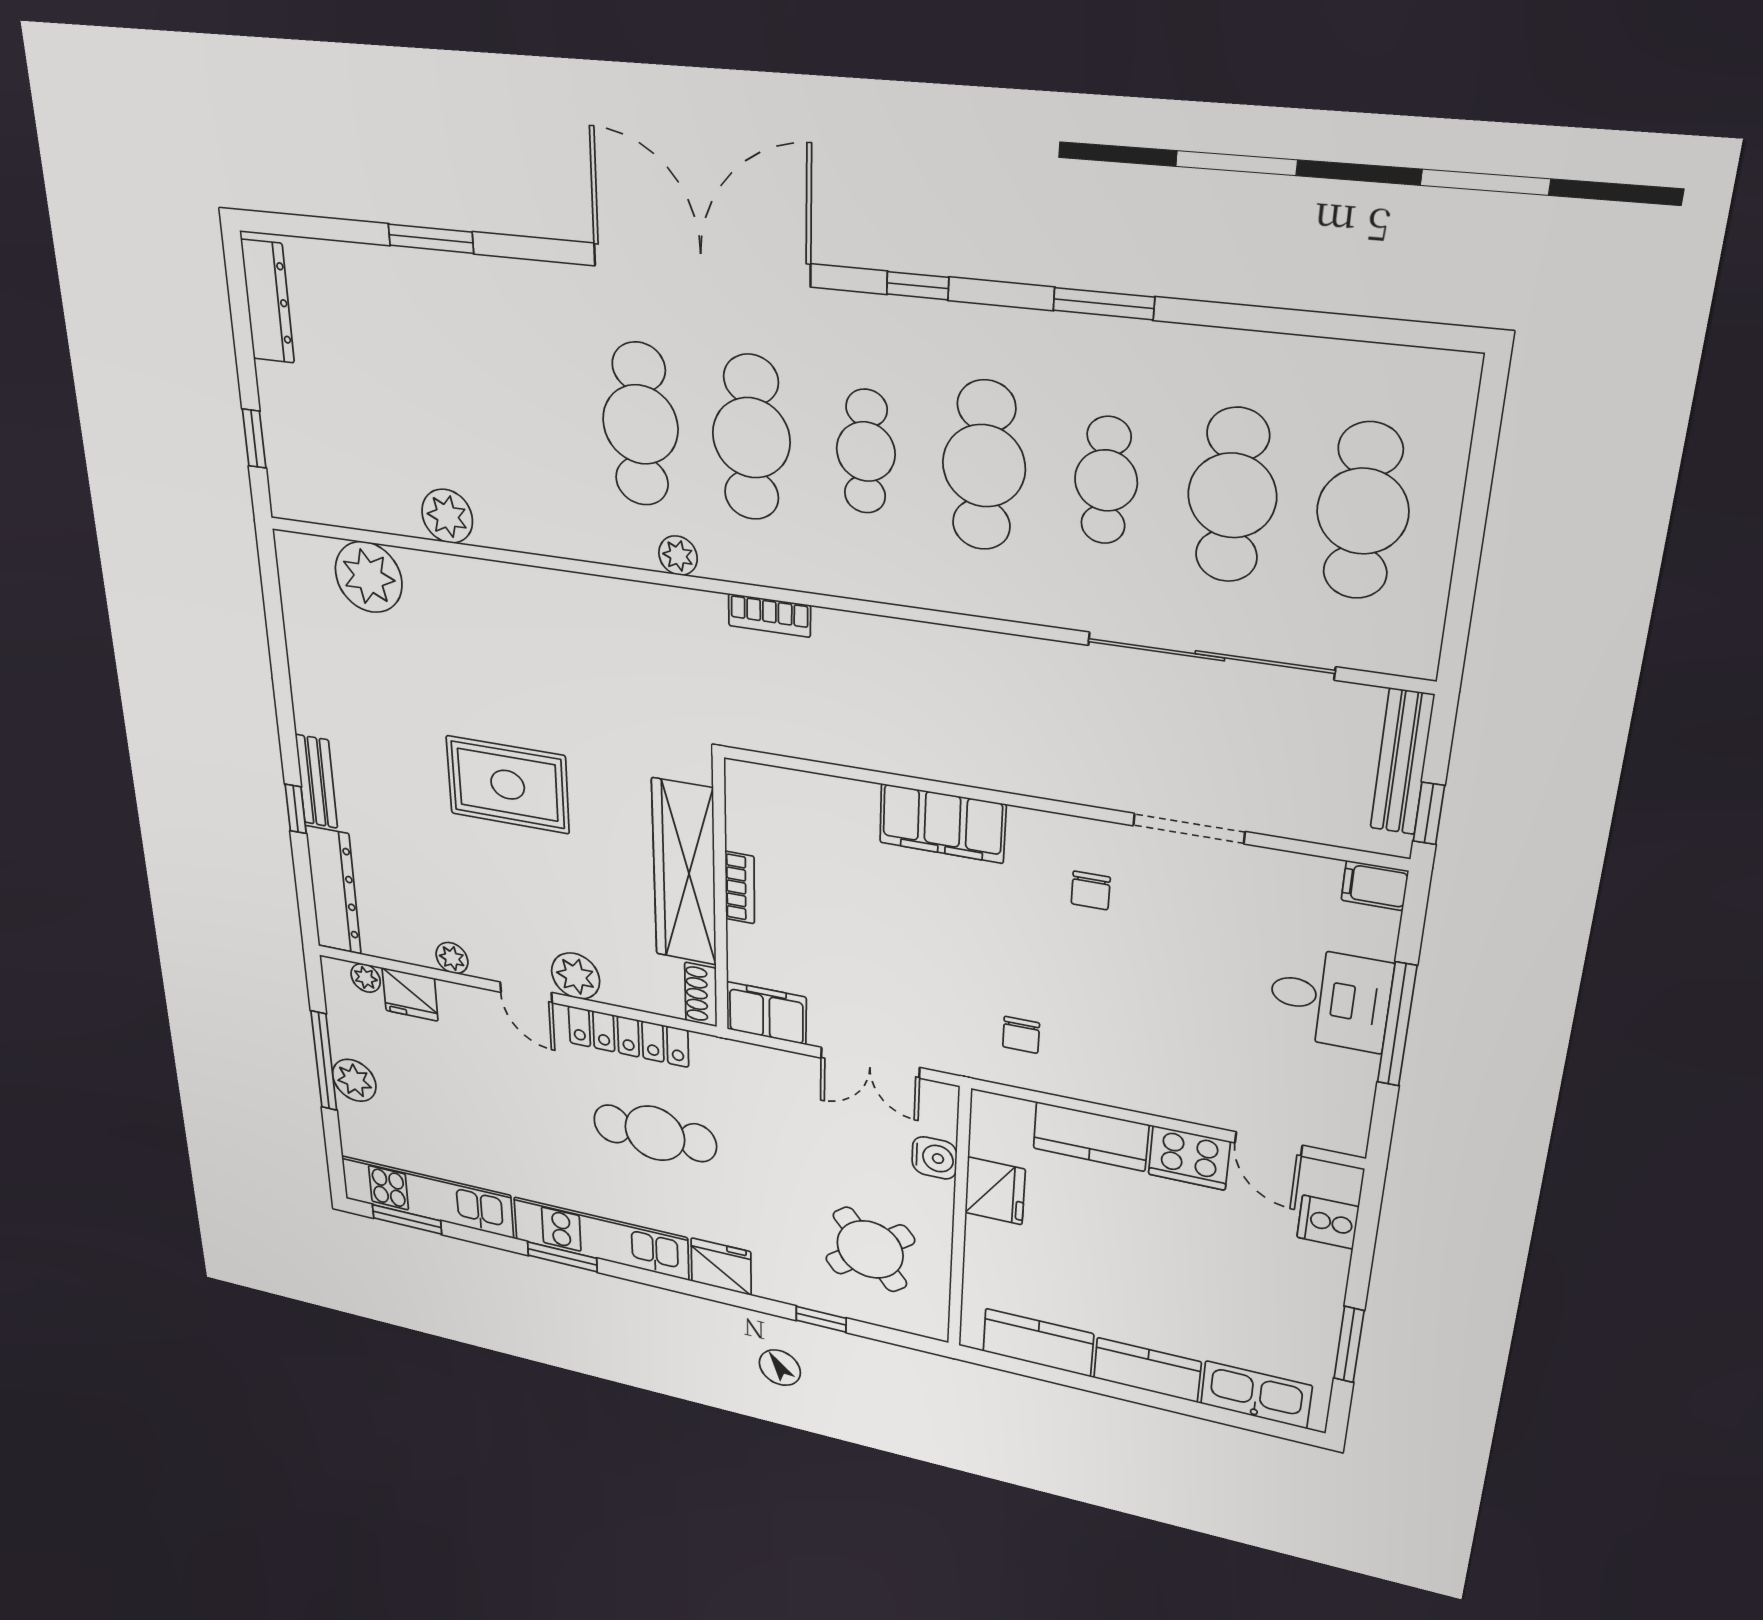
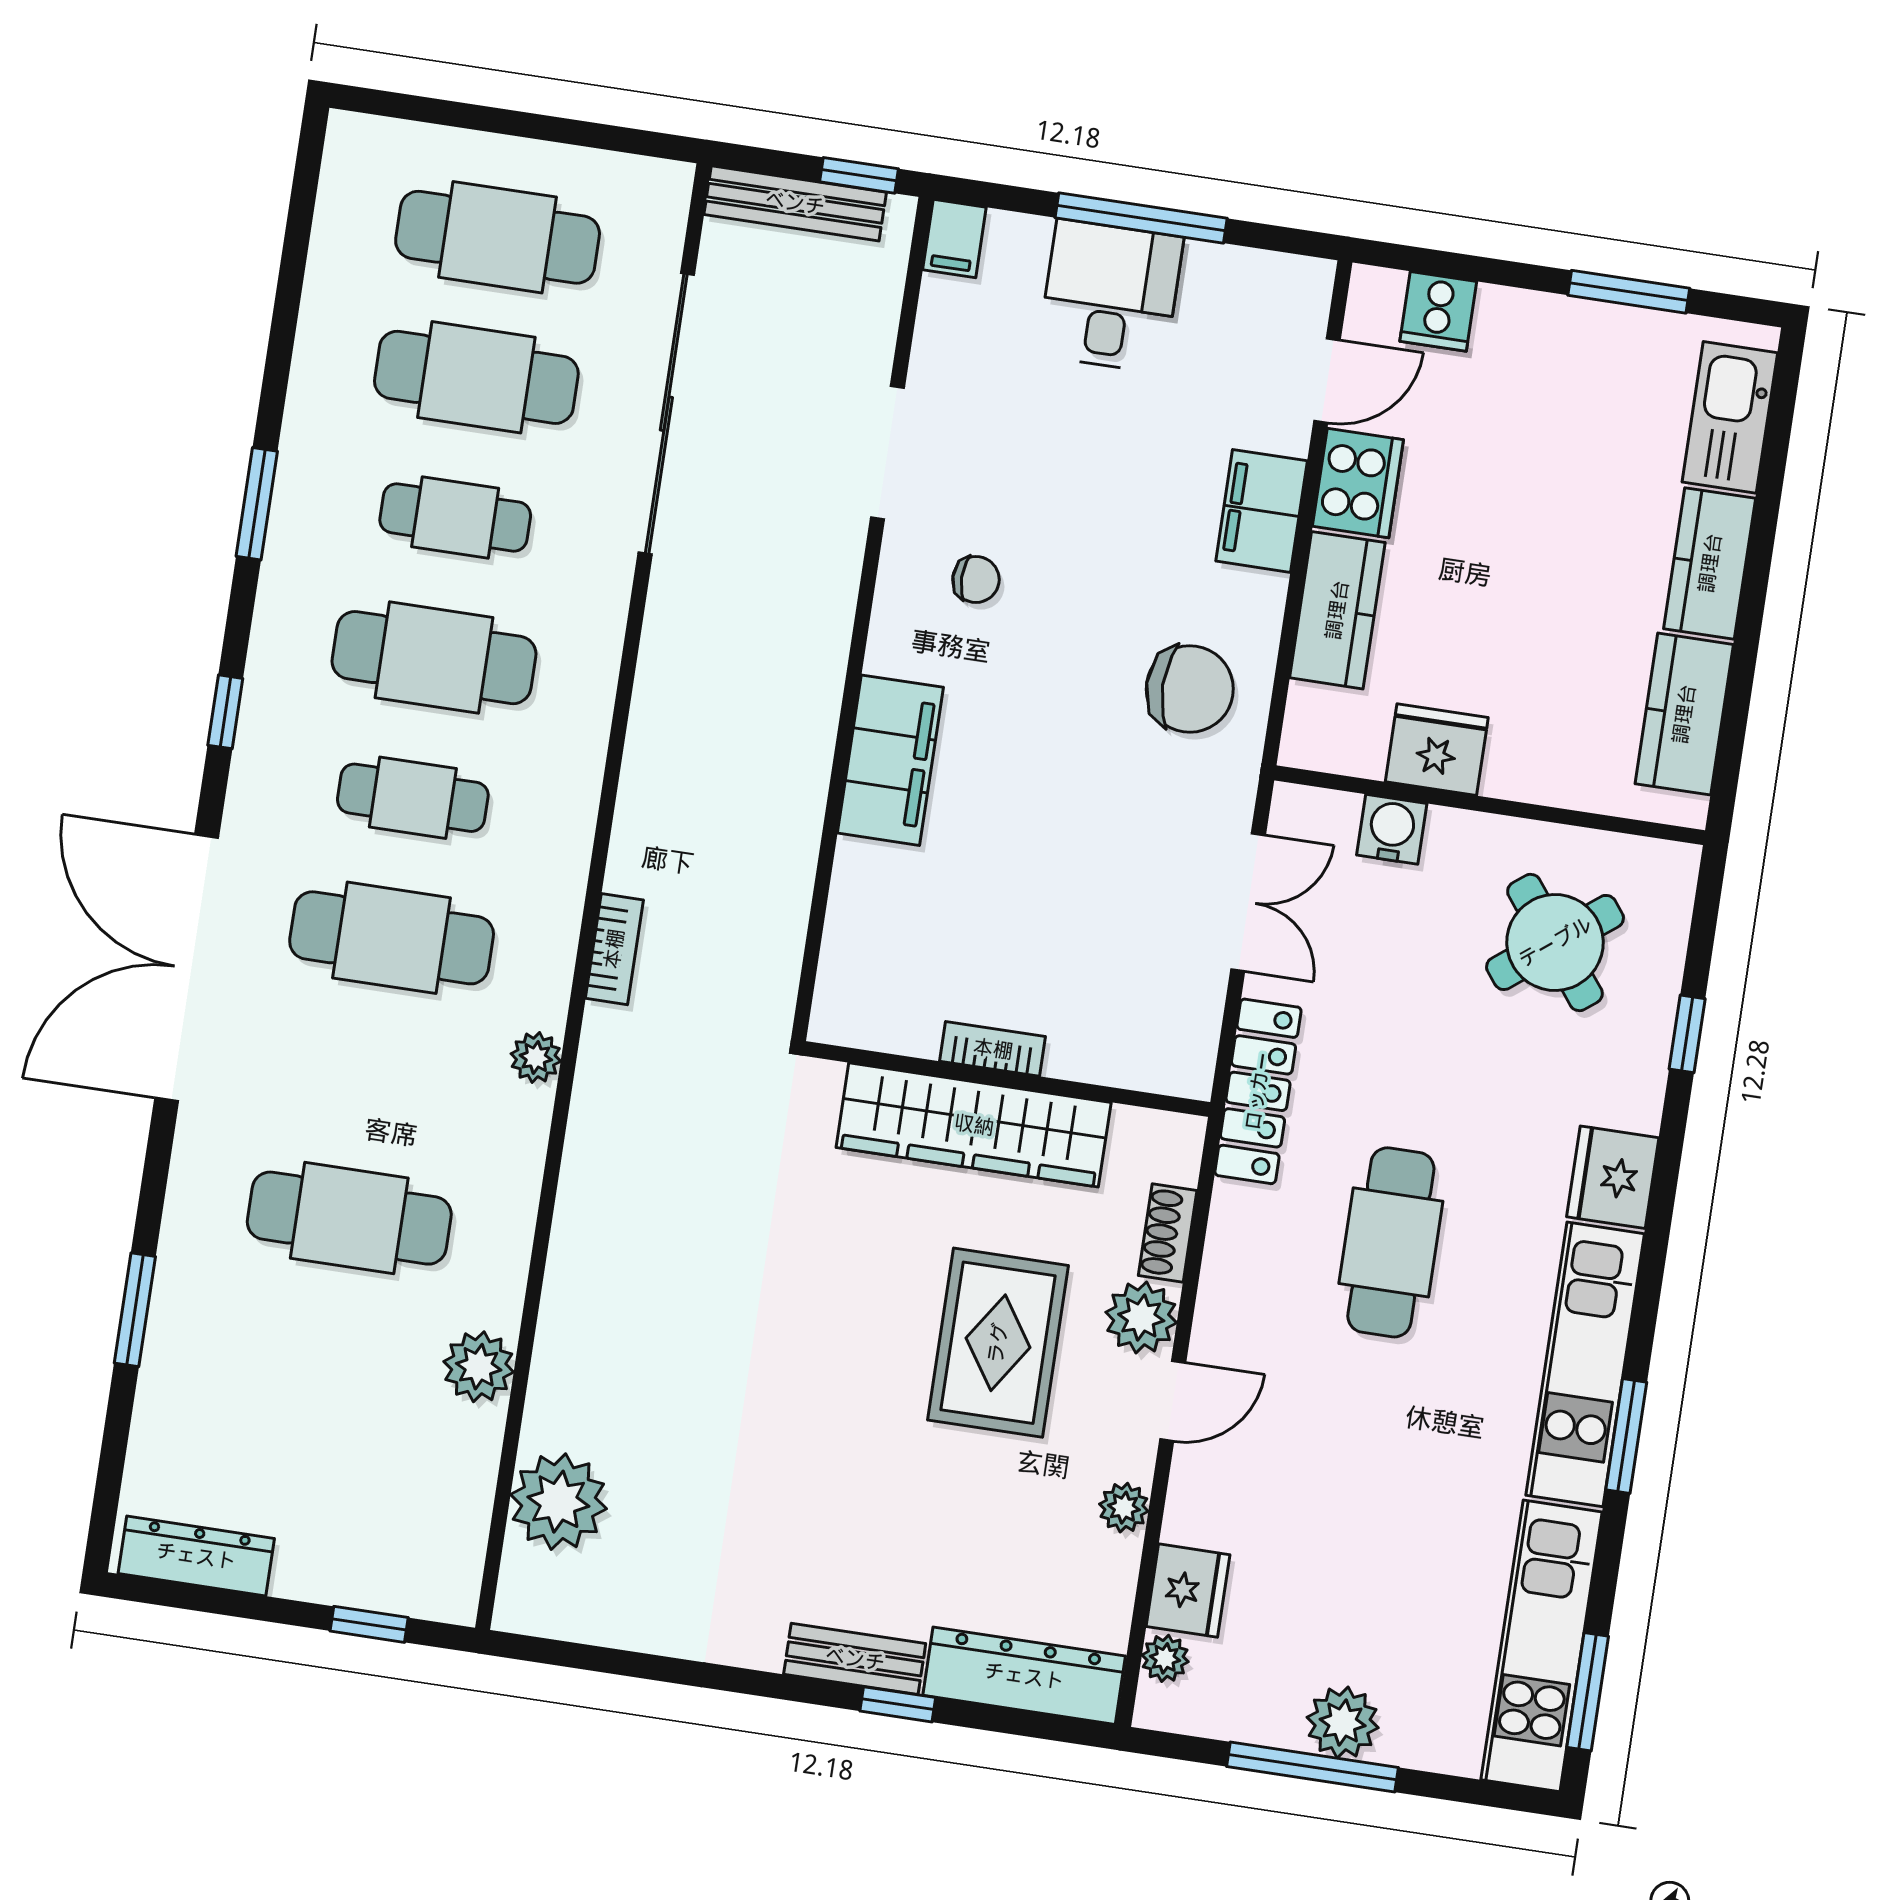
cafe table: (640, 425) -> (349, 1218), moved
rug: (508, 785) -> (998, 1343), moved
shoe rack: (701, 994) -> (1168, 1233), moved, turned 90
filing cabinet: (766, 1013) -> (1262, 511), moved
chair: (1021, 1035) -> (1190, 689), width x1.87, depth x1.87
locker: (628, 1036) -> (1258, 1091), moved

